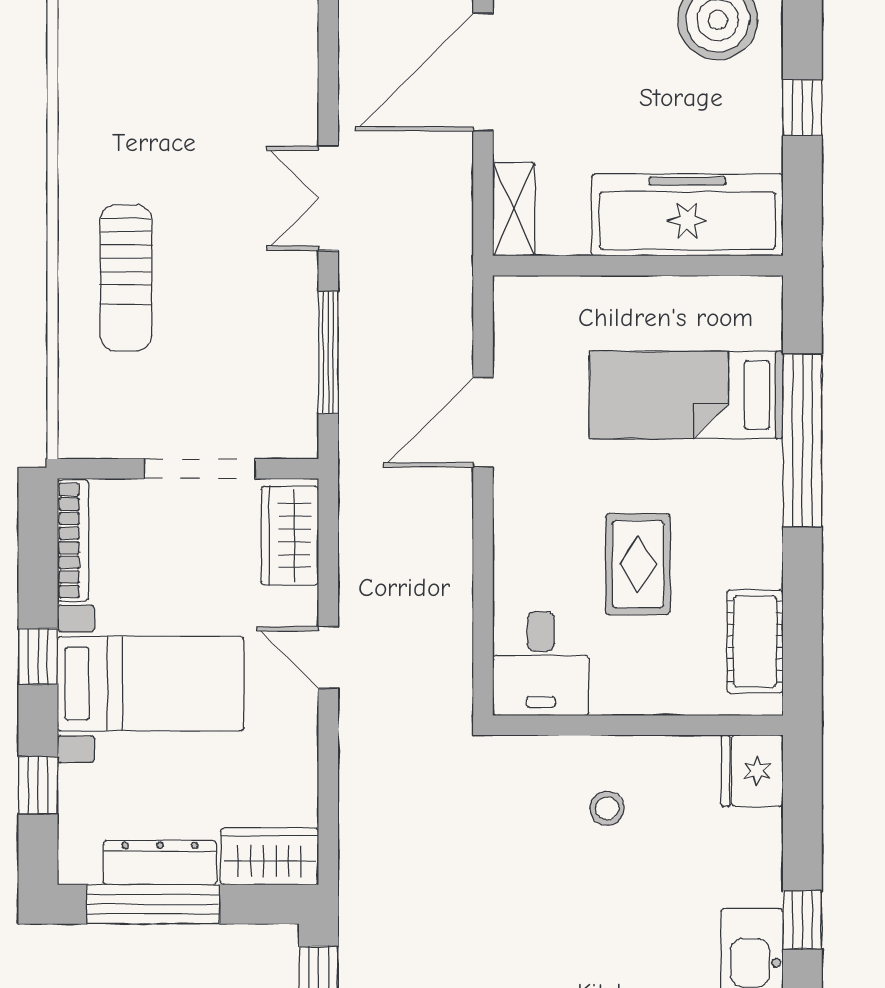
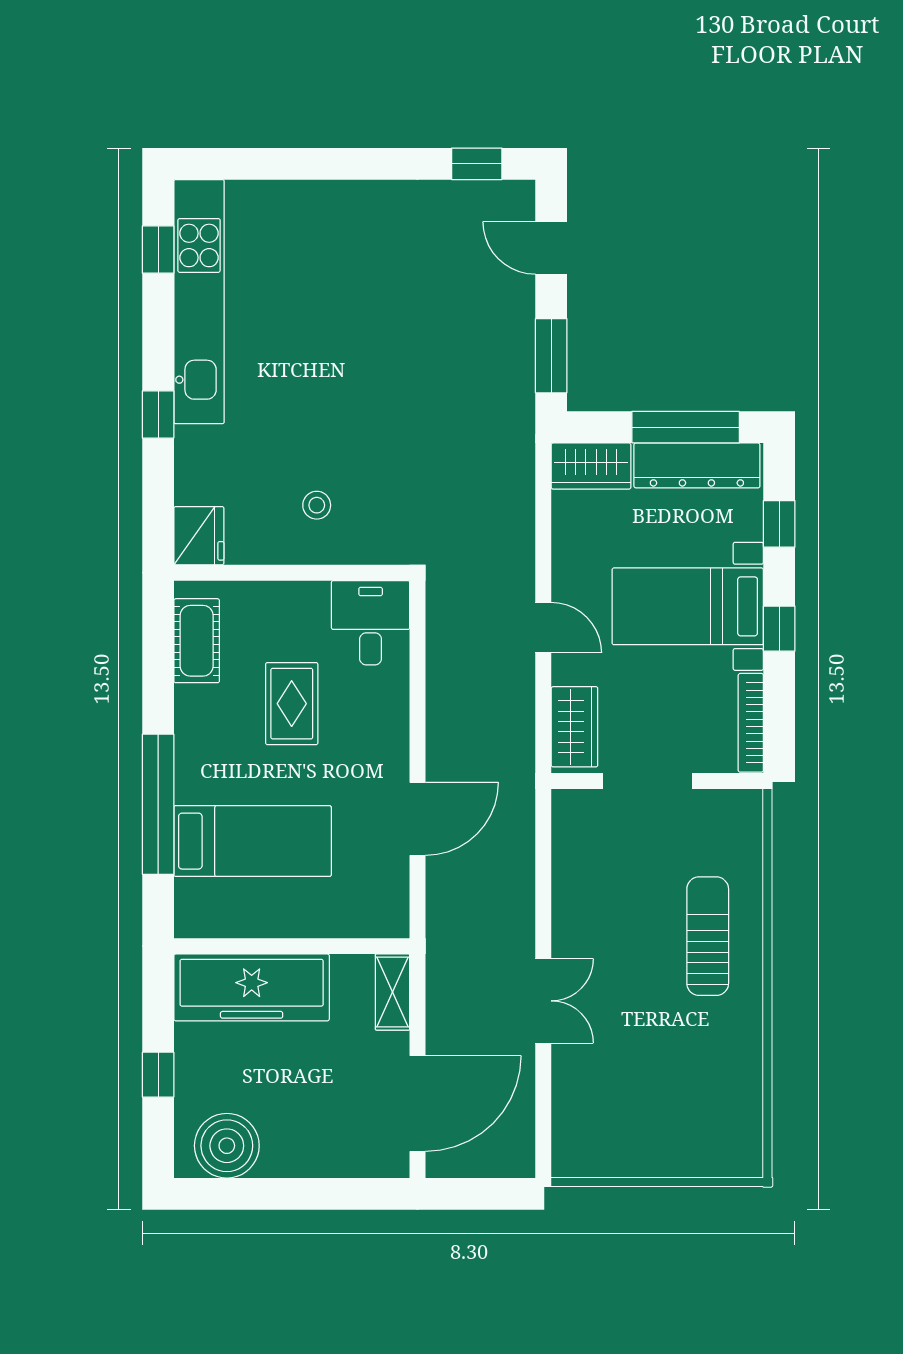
window: (328, 352) -> (543, 876), removed
dresser: (160, 863) -> (697, 465), width x1.37, depth x1.24

